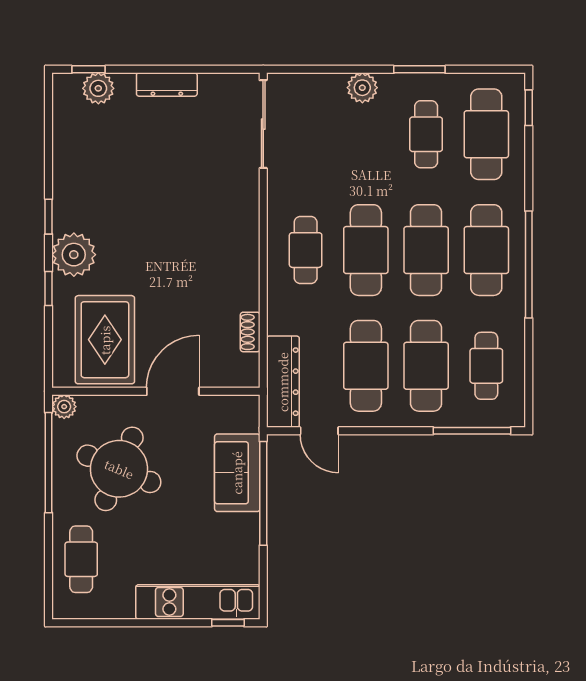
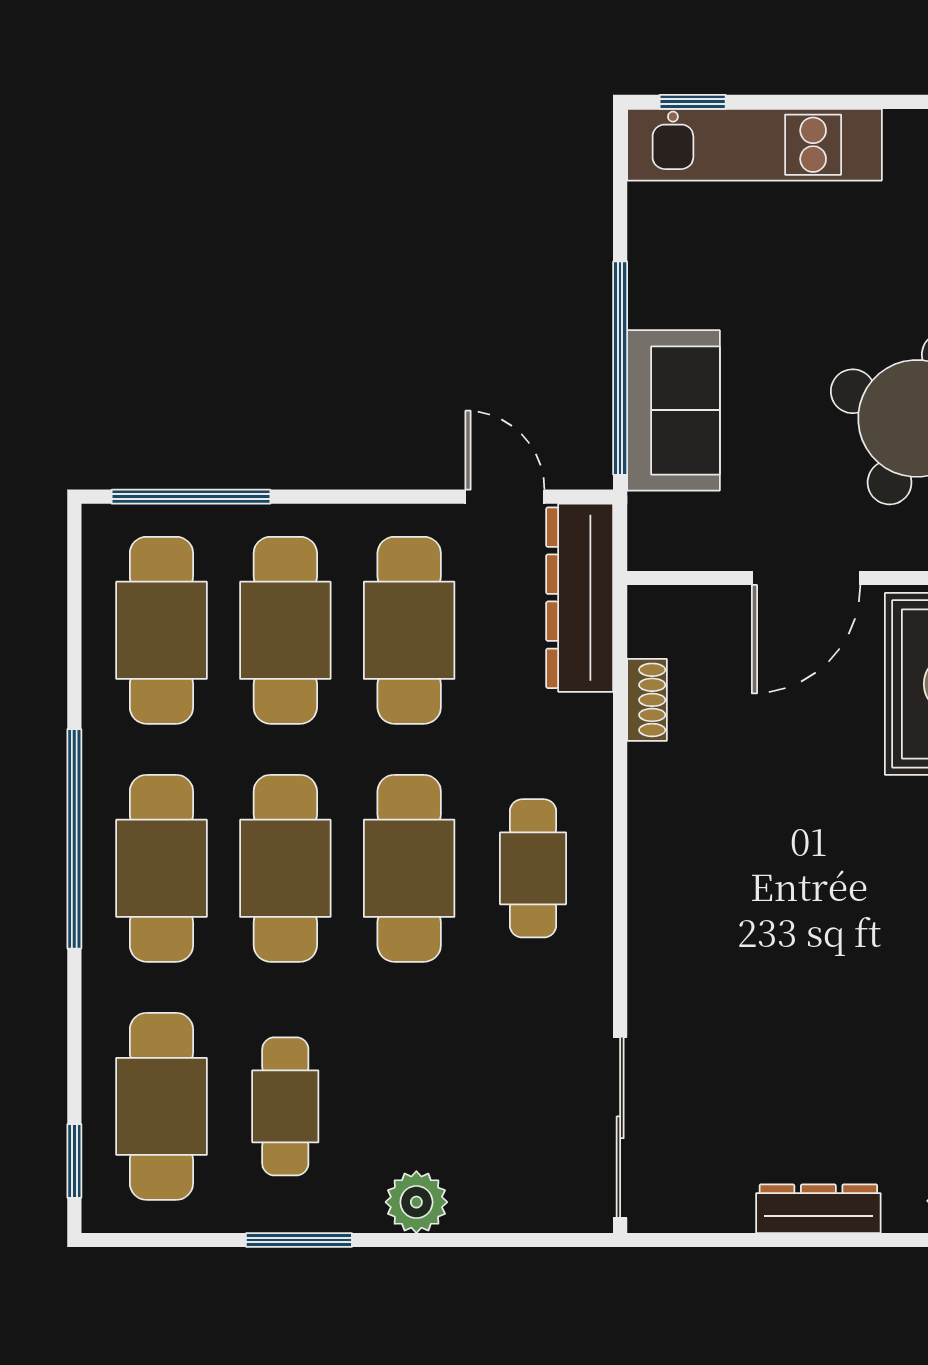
cafe table: (486, 366) -> (161, 630), width x1.37, depth x1.35

